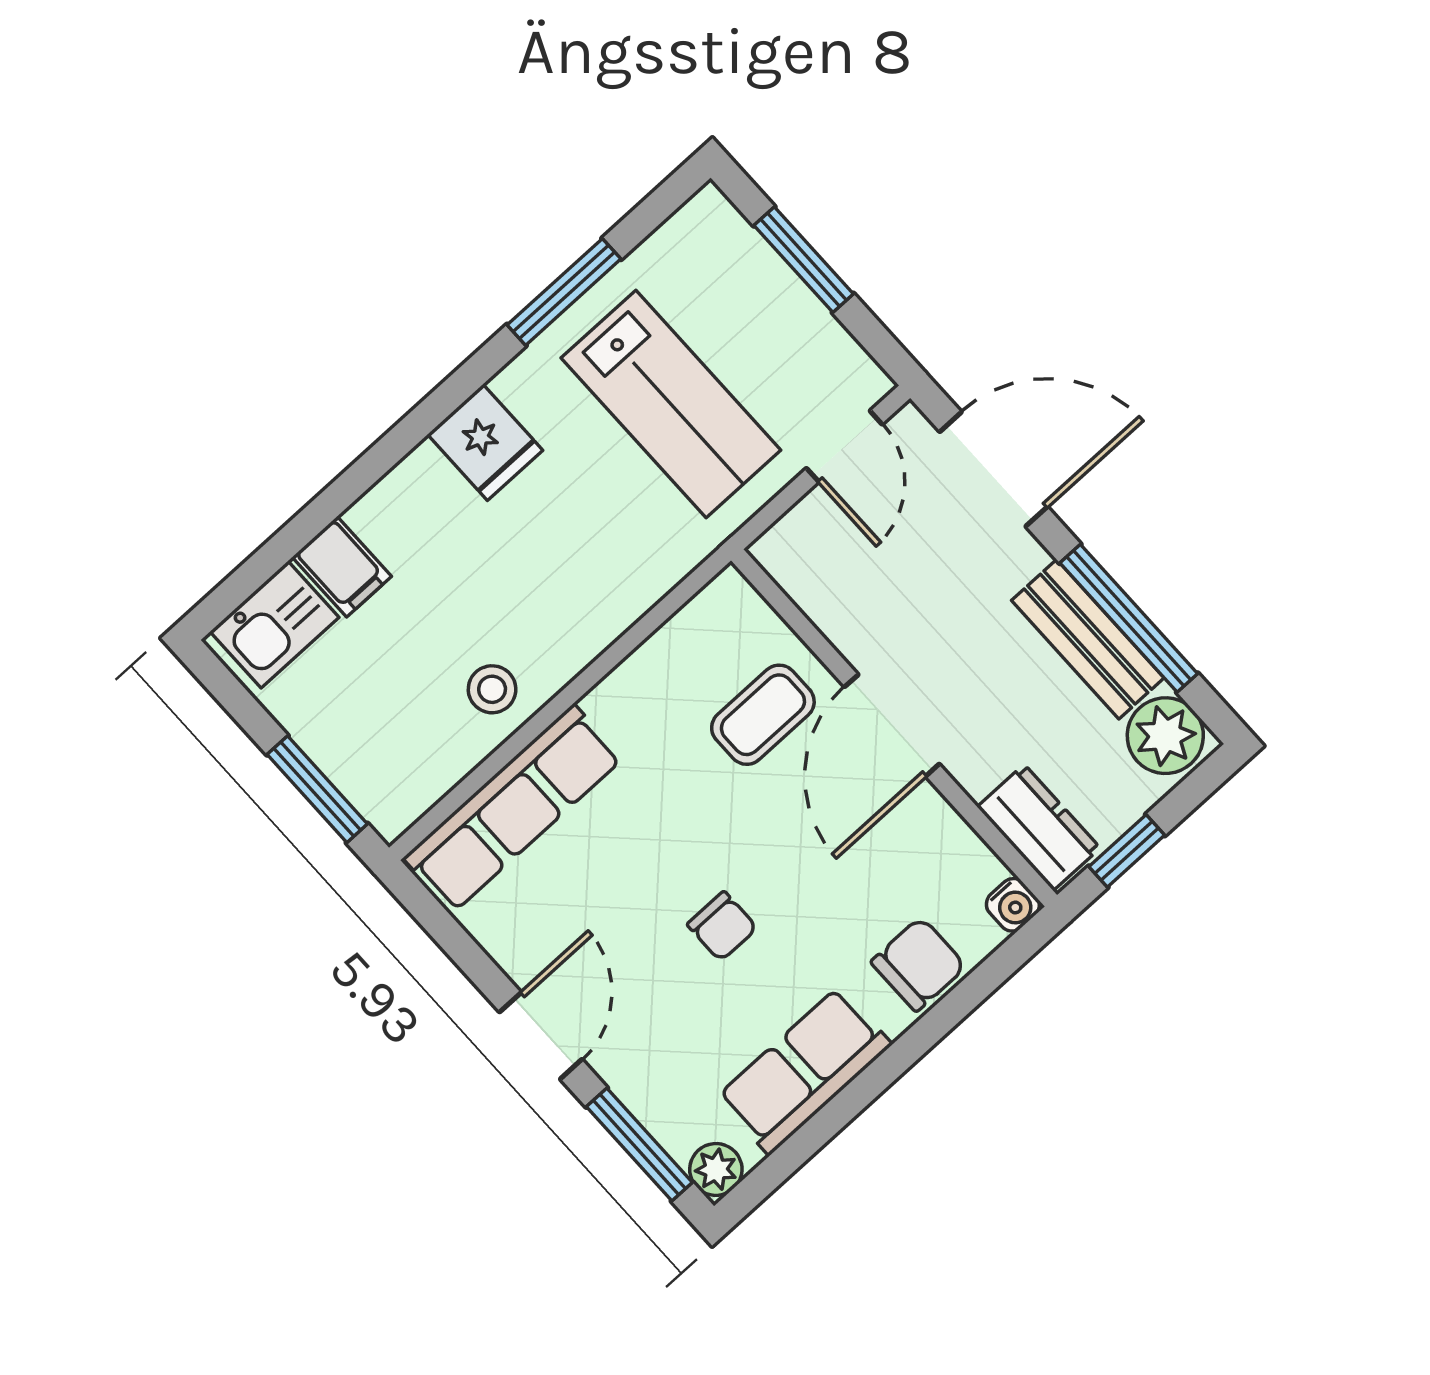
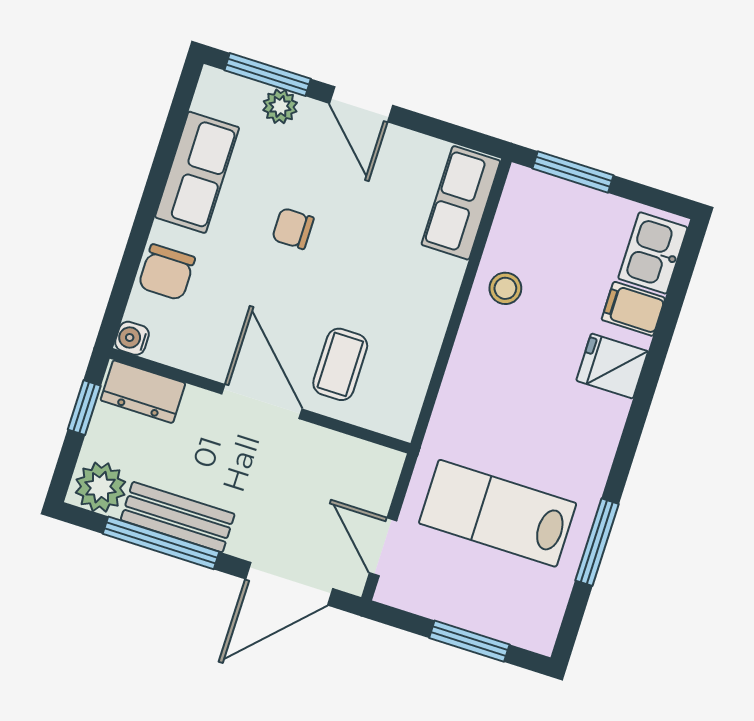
fridge: (485, 442) -> (612, 366), moved
row of seats: (513, 808) -> (461, 203), width x0.68
plant: (716, 1169) -> (280, 106), moved

